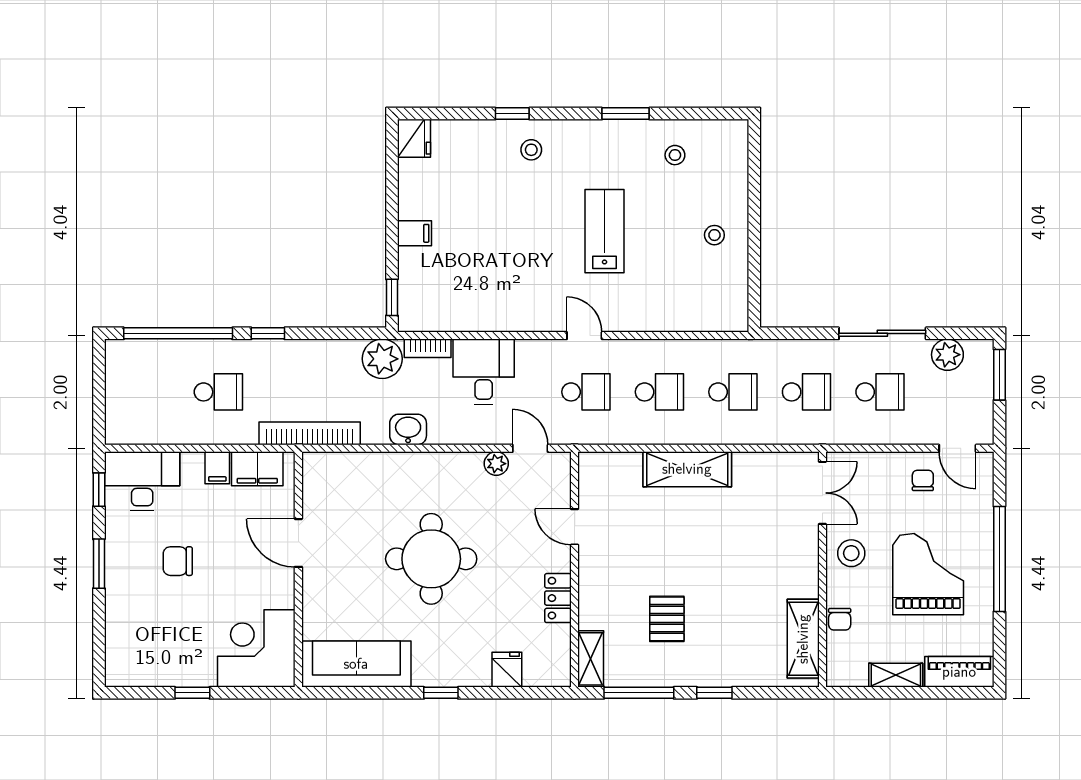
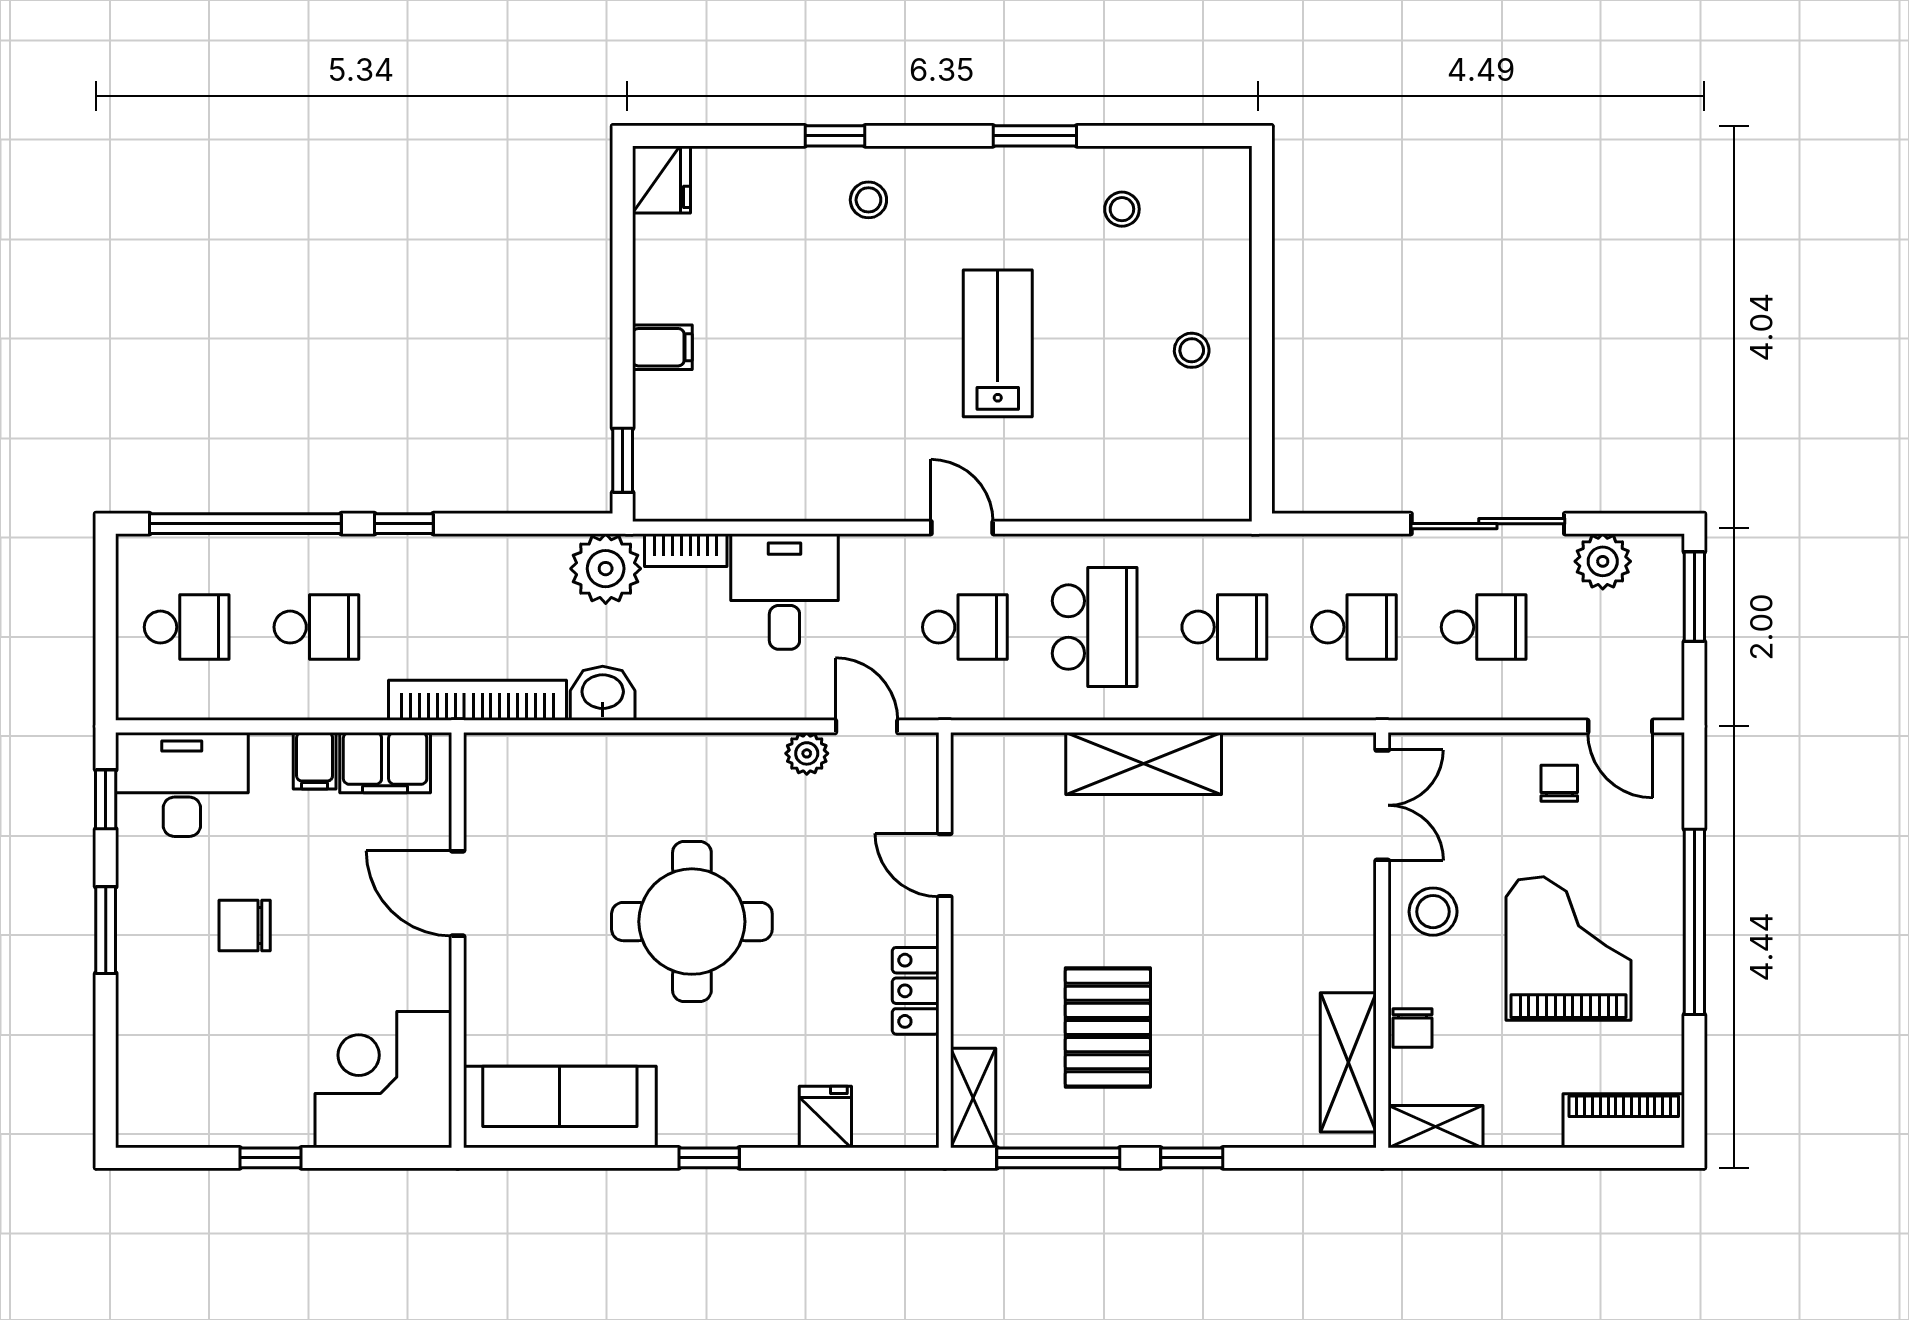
school desk: (145, 392) -> (187, 627), added
school desk: (659, 392) -> (1095, 627), width x1.85
washbasin: (408, 429) -> (603, 693), moved
pallet: (667, 619) -> (1108, 1027), width x1.50, depth x1.42
shelving: (896, 675) -> (1436, 1127), moved

